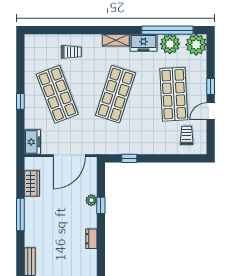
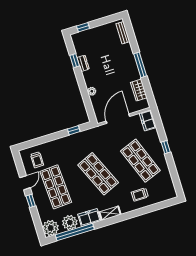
shop shelf: (115, 94) -> (98, 174), turned -42
window: (101, 205) -> (75, 61), moved

